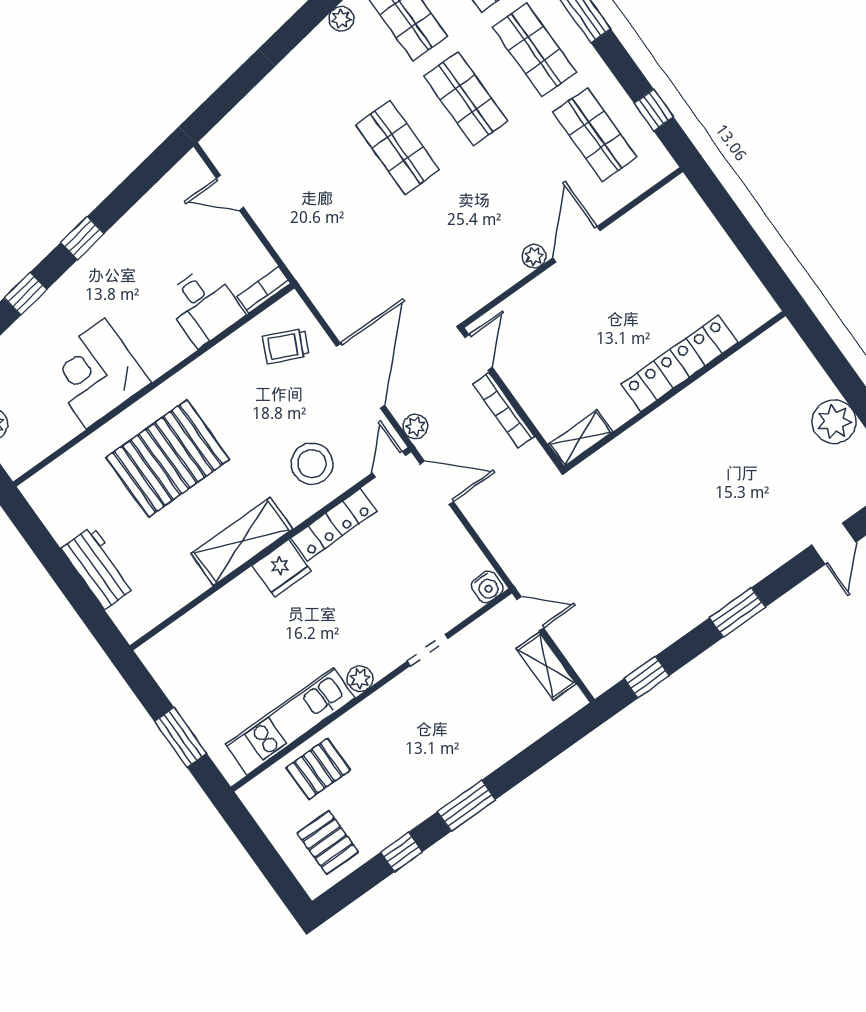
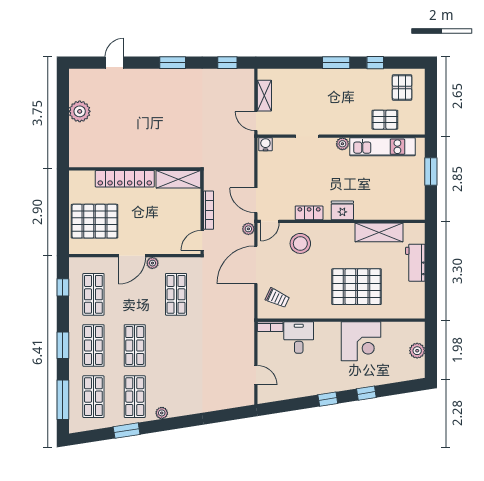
shop shelf: (397, 147) -> (176, 294), moved
pallet: (680, 257) -> (95, 221), added
shelving: (580, 438) -> (178, 179), width x1.50, depth x1.33
locker: (334, 525) -> (309, 213), width x0.66
shelving: (242, 541) -> (379, 232), moved

